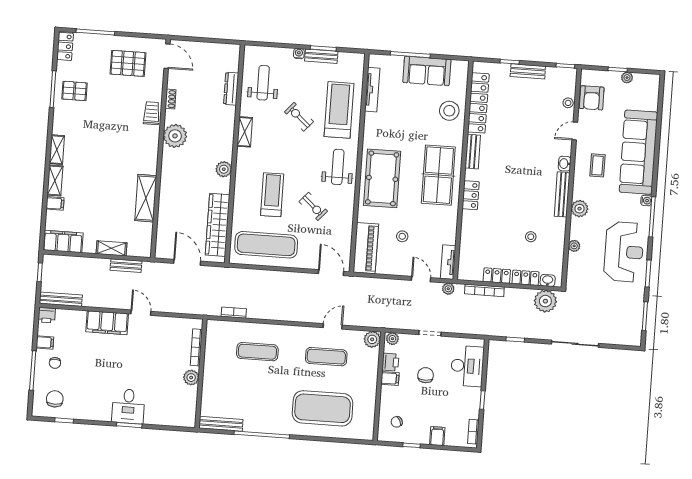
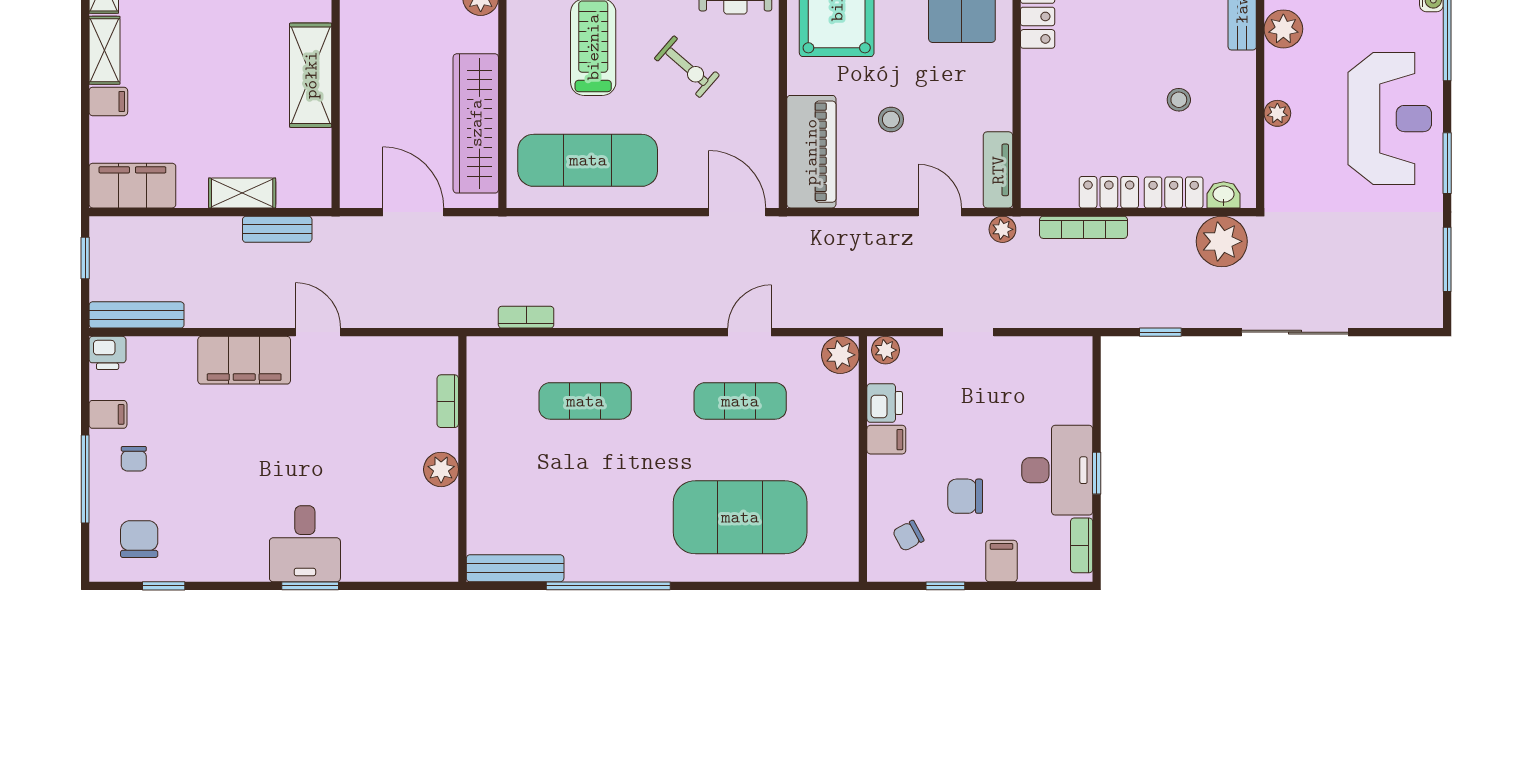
bookcase: (196, 347) -> (448, 401), width x0.64
desk: (467, 366) -> (1057, 470), moved
chair: (426, 375) -> (965, 496), moved, turned -90

